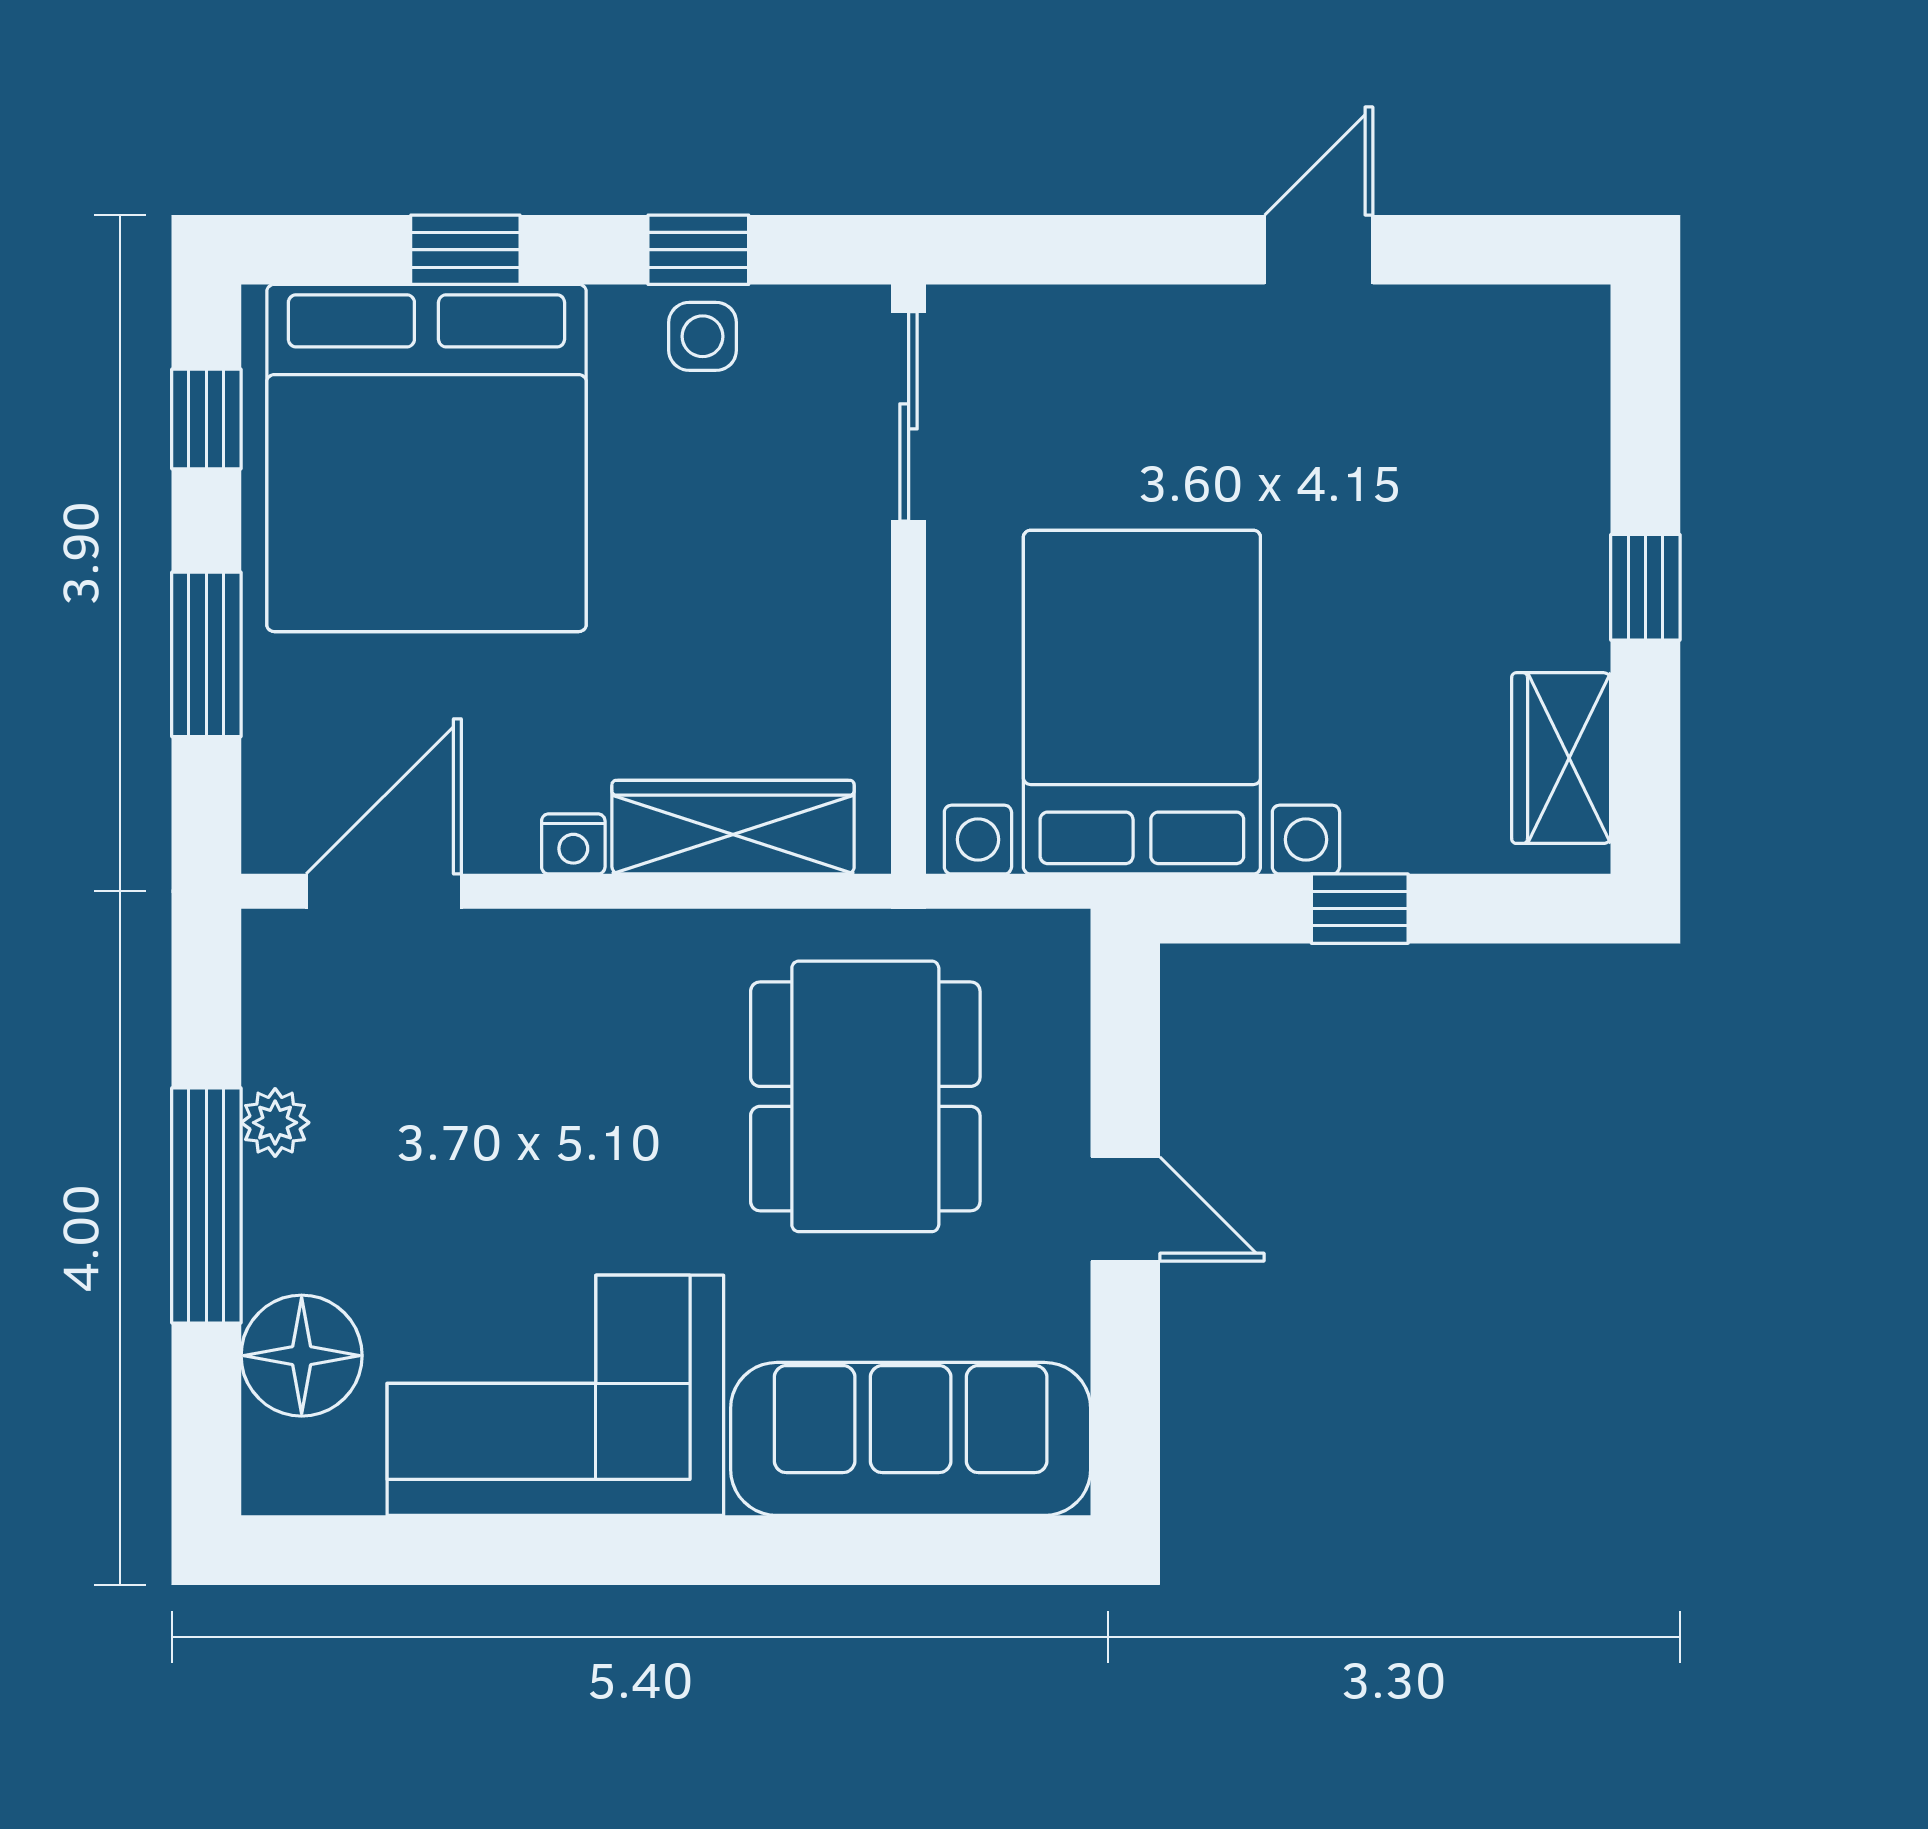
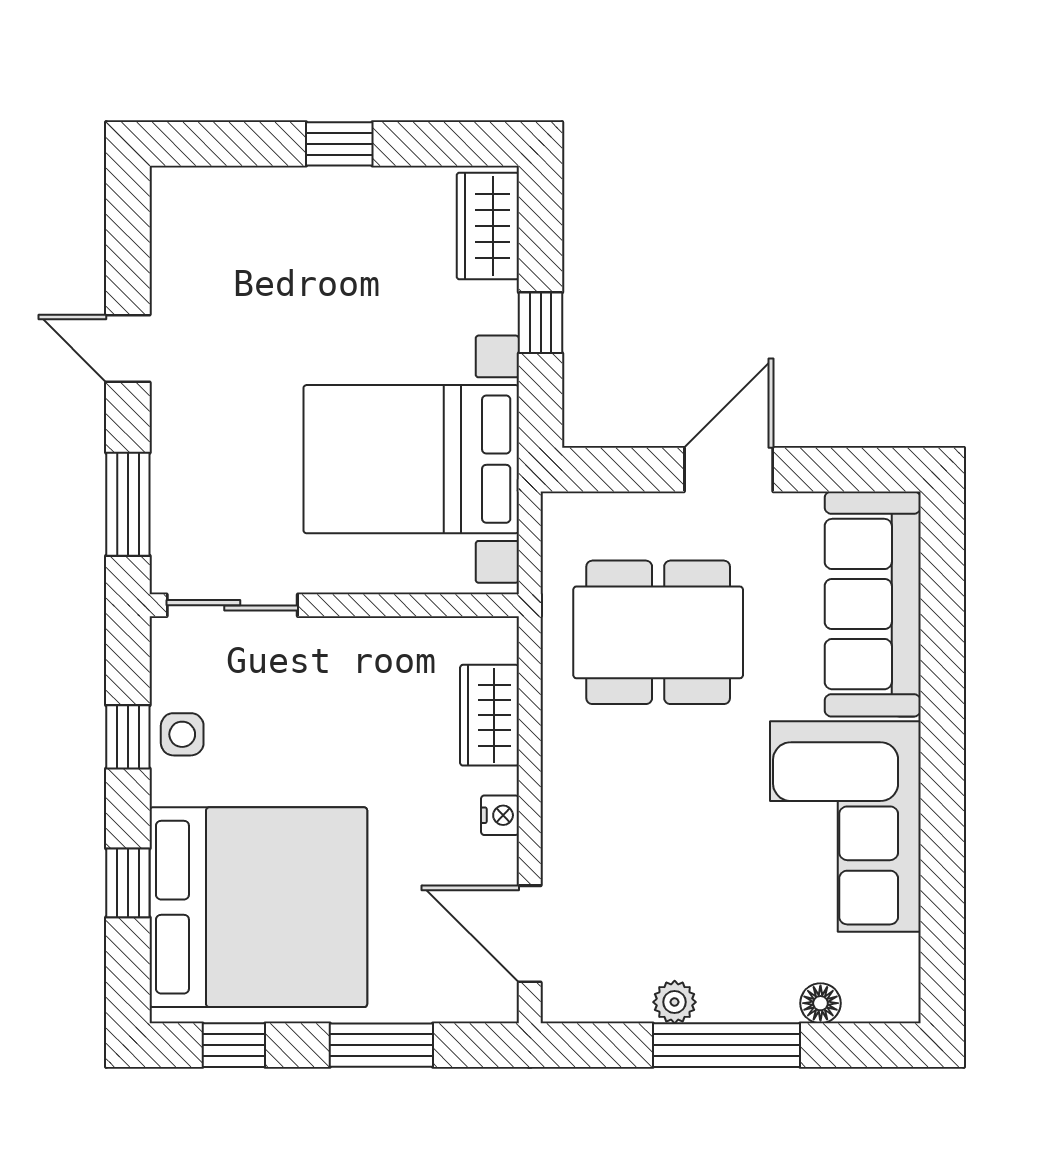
window: (1070, 250) -> (128, 504), added
wardrobe: (1561, 758) -> (488, 226), moved, turned 90
wardrobe: (733, 827) -> (489, 715), width x0.67
door: (1125, 1209) -> (729, 470), width x1.38
floor lamp: (302, 1356) -> (820, 1003), width x0.53, depth x0.53

